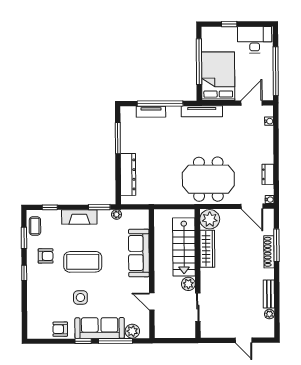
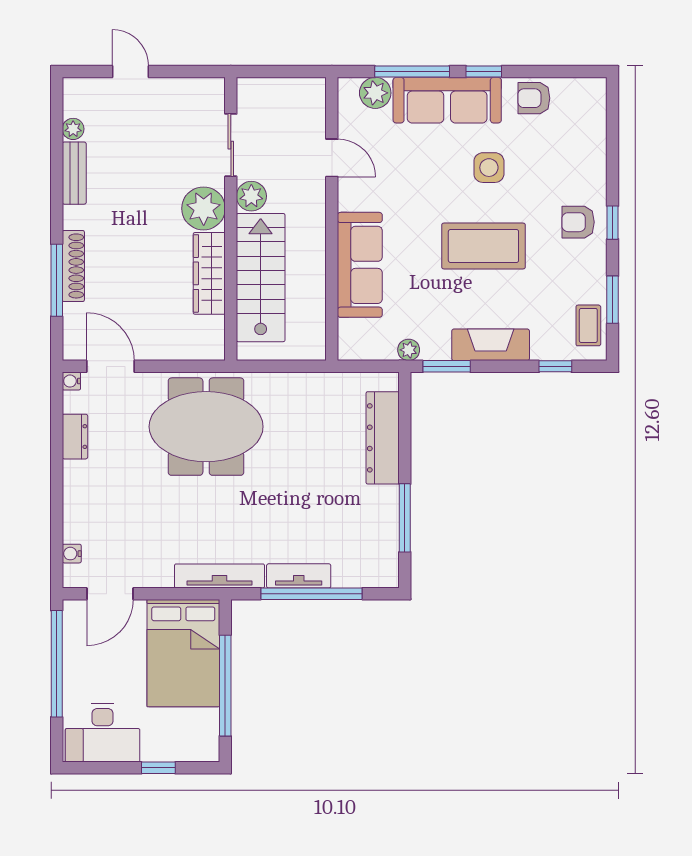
tv unit: (151, 112) -> (299, 576), moved
plant: (210, 219) -> (204, 208), moved
armchair: (46, 256) -> (578, 222), moved
armchair: (60, 329) -> (534, 98), turned 180

